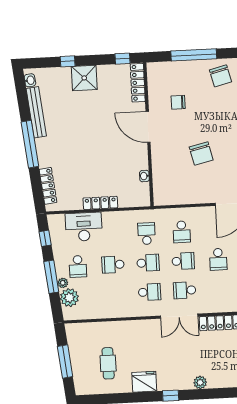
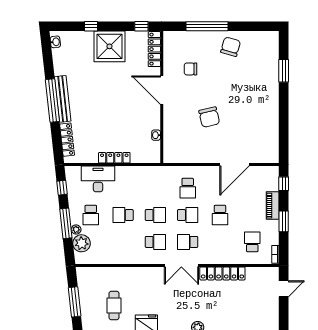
chair: (220, 76) -> (231, 47), turned -150
shower: (84, 78) -> (109, 46), width x1.37, depth x1.37
bench: (36, 112) -> (63, 99), moved
school desk: (147, 234) -> (155, 188), removed

